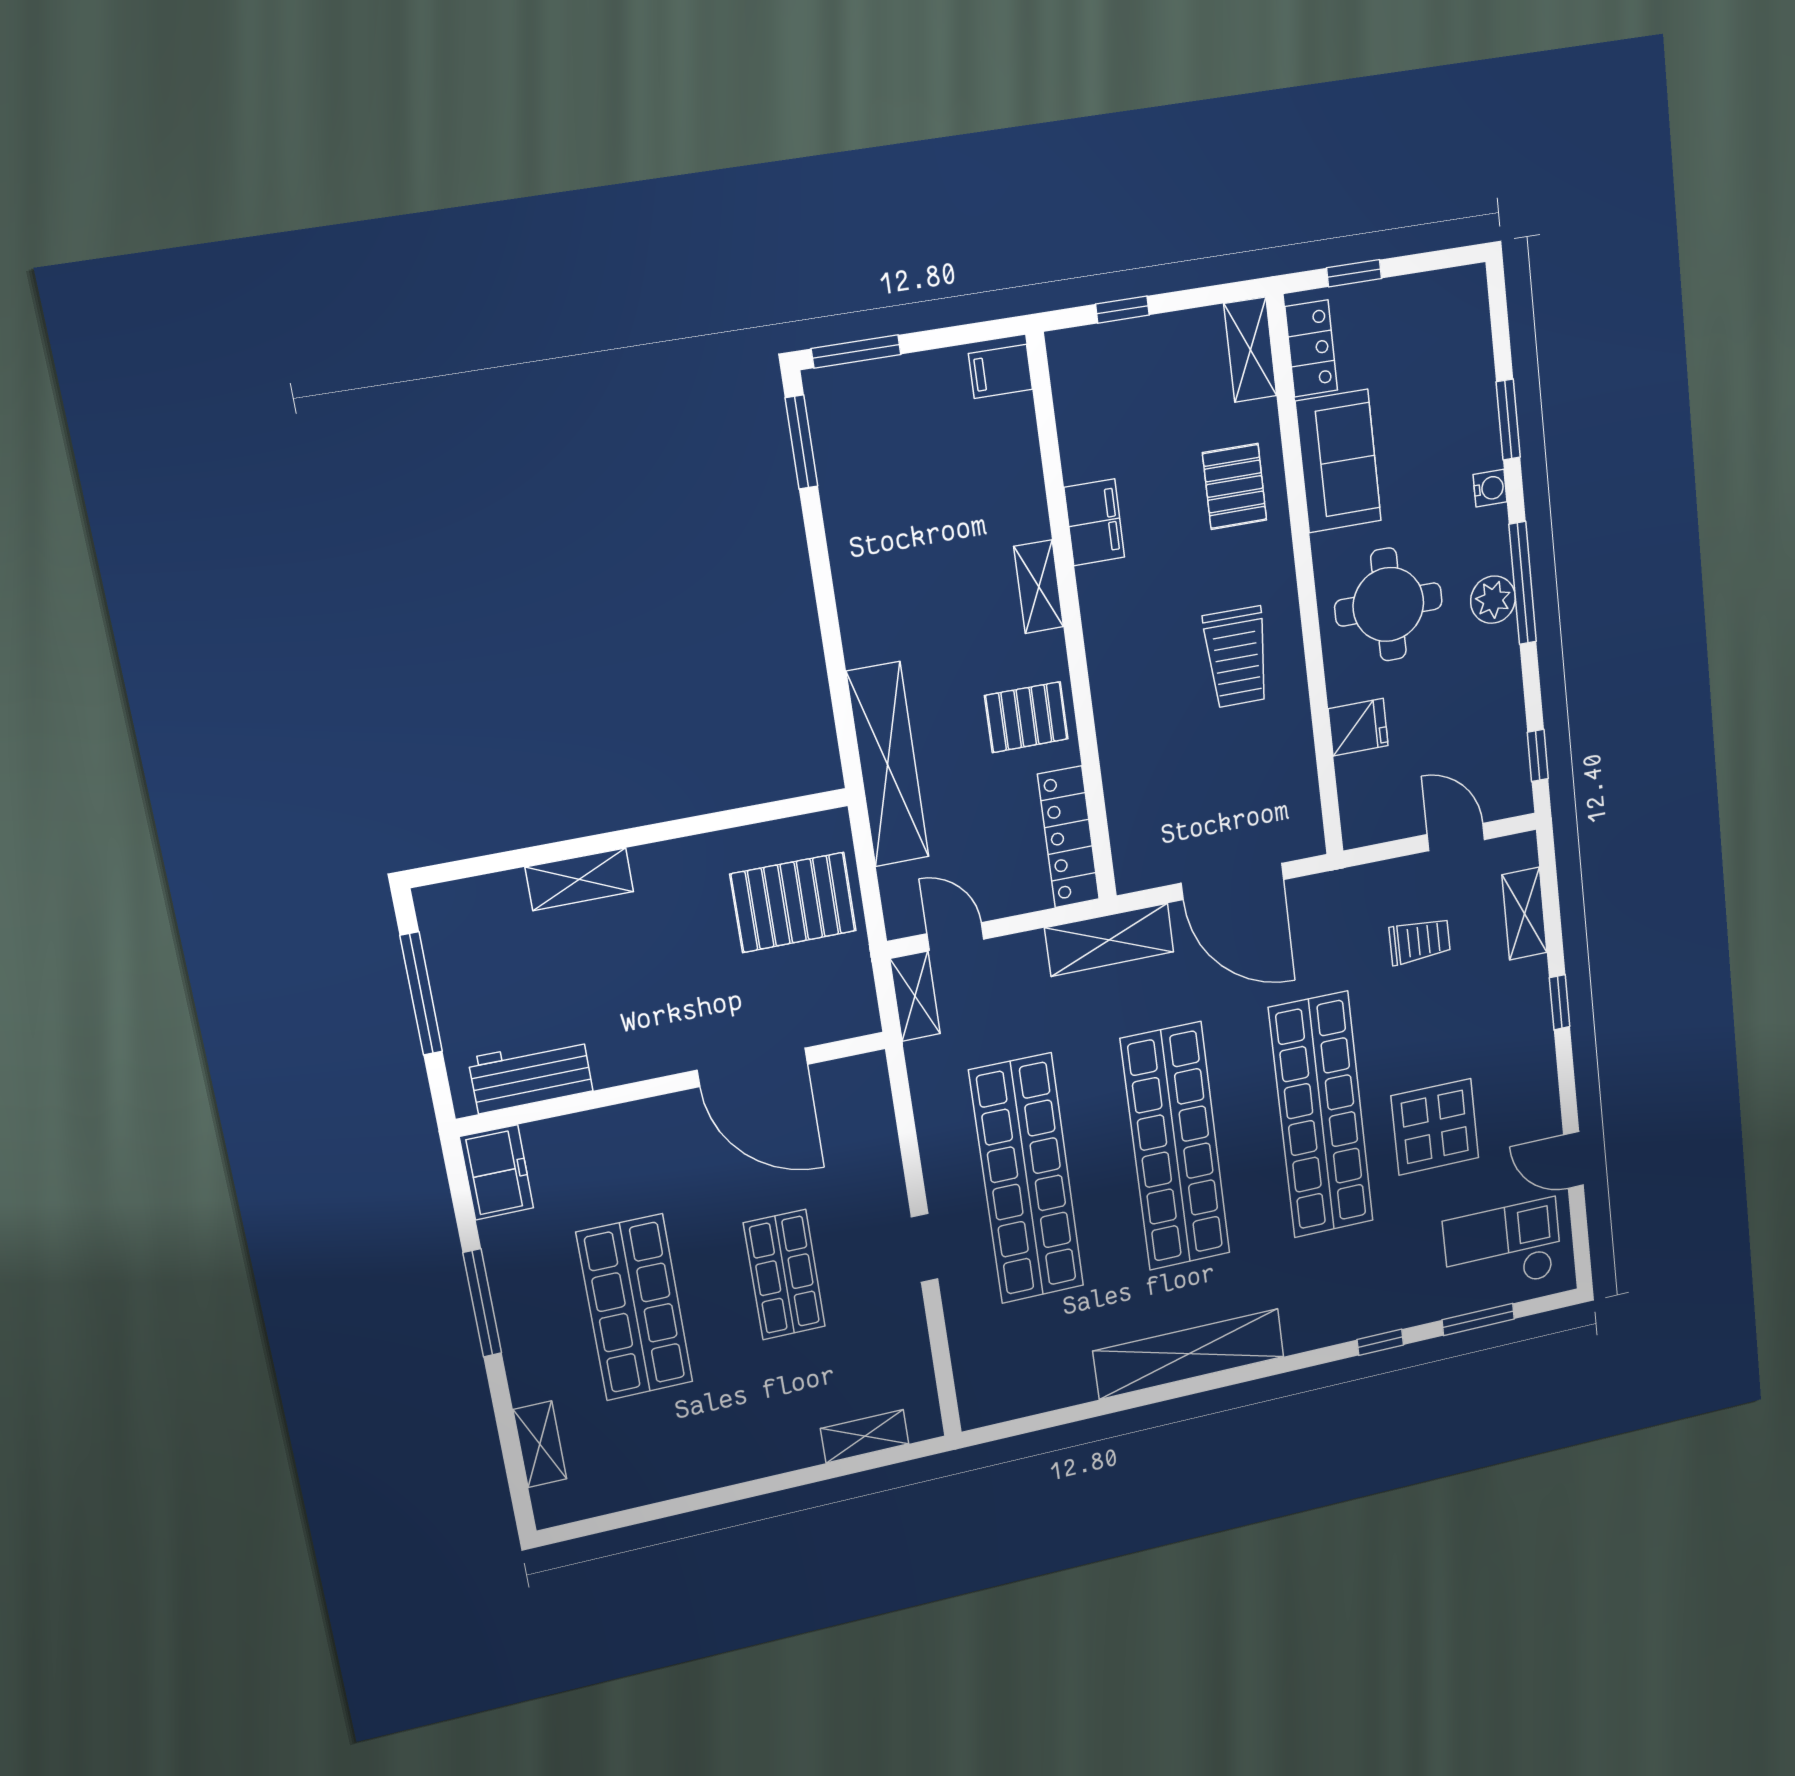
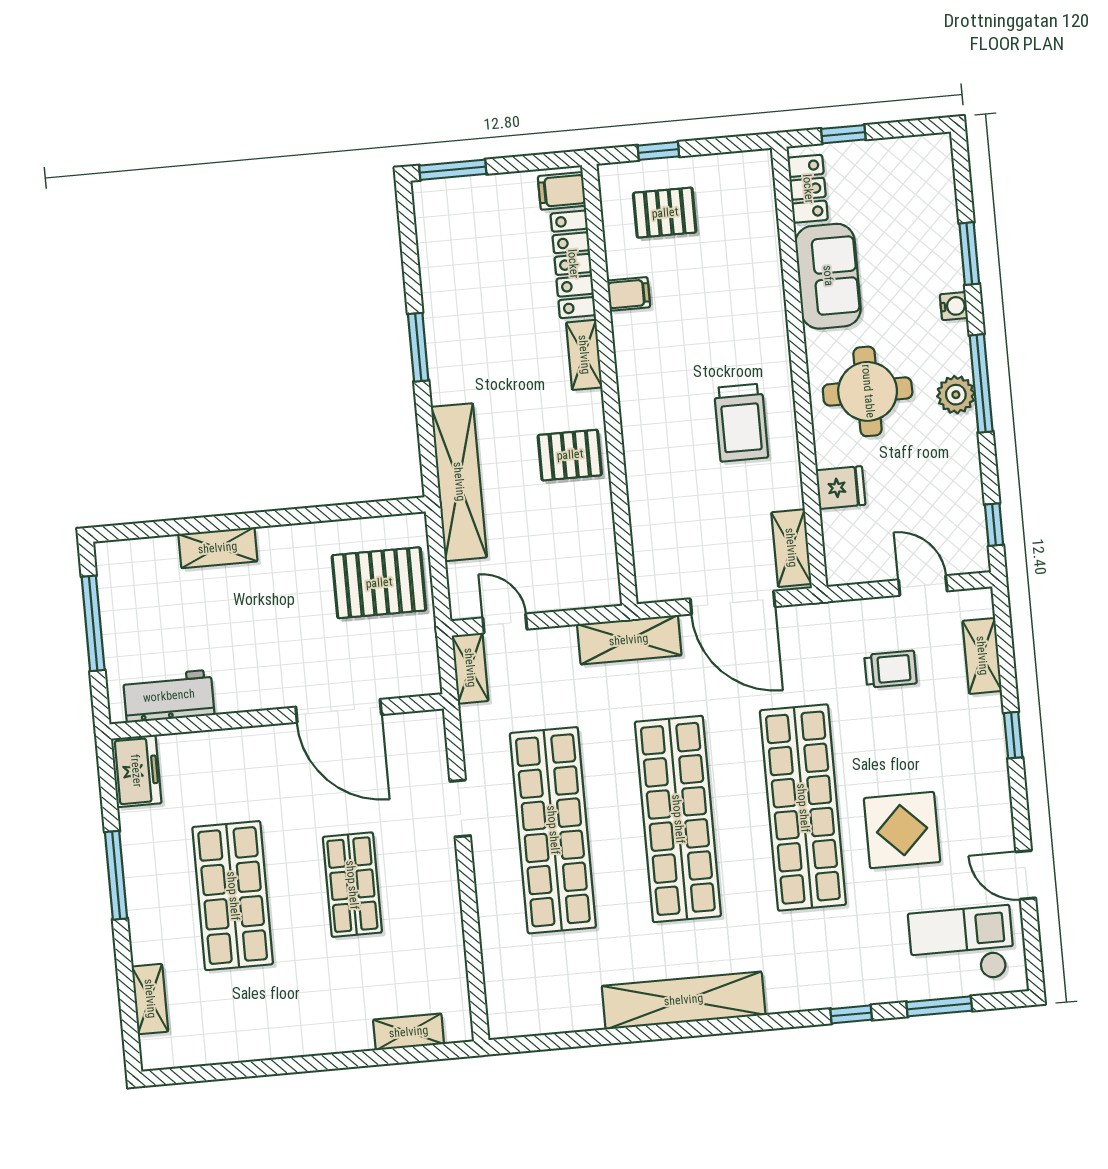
shelving: (1250, 350) -> (791, 548), moved
window: (801, 442) -> (418, 347), moved
pallet: (1235, 486) -> (665, 213), moved, turned 90
filing cabinet: (1094, 522) -> (629, 294), width x0.50
locker: (1069, 837) -> (573, 264), moved
doorway: (925, 1248) -> (460, 808), moved

